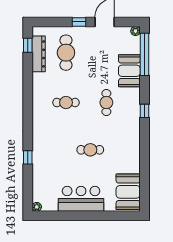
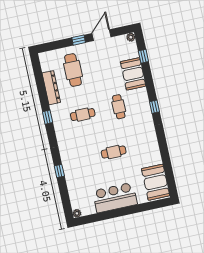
window: (28, 45) -> (48, 117), moved
dresser: (39, 54) -> (51, 88), moved
window: (145, 54) -> (143, 56), width x0.32

